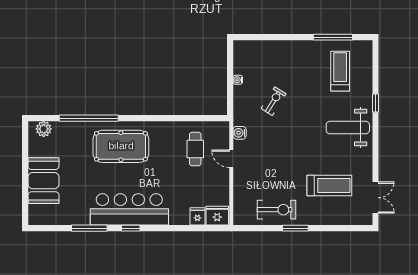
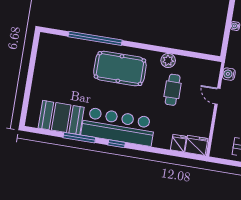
plant: (44, 129) -> (168, 60), moved
cafe table: (195, 149) -> (173, 90), moved
booth: (43, 181) -> (61, 118), moved, turned 90

